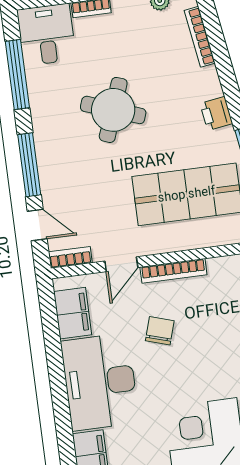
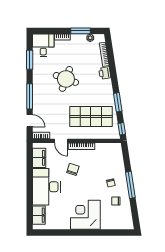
window: (17, 74) -> (30, 60), width x0.69
printer: (216, 114) -> (105, 73), moved
door: (121, 264) -> (61, 141), hinge flipped

